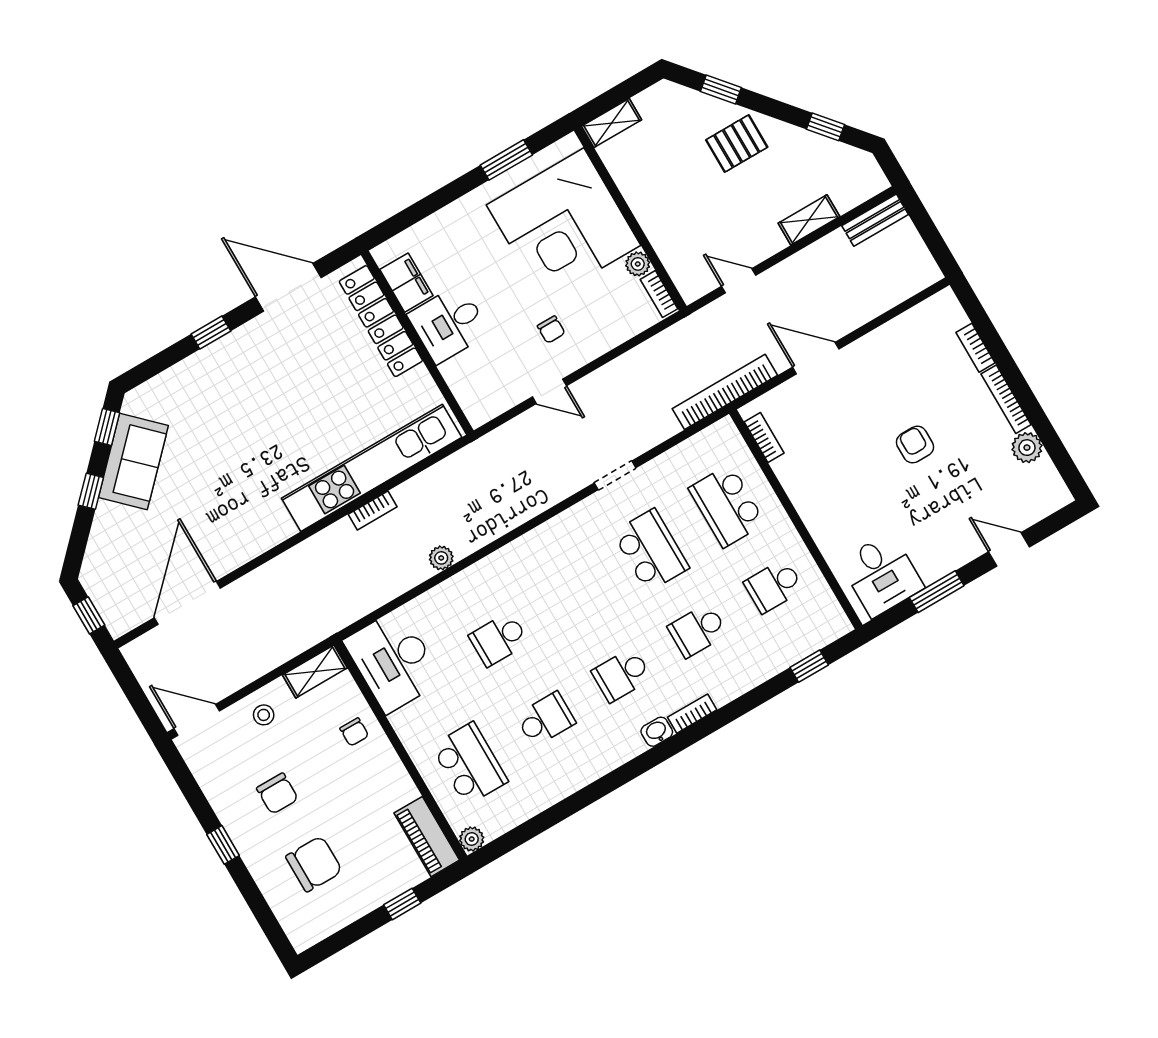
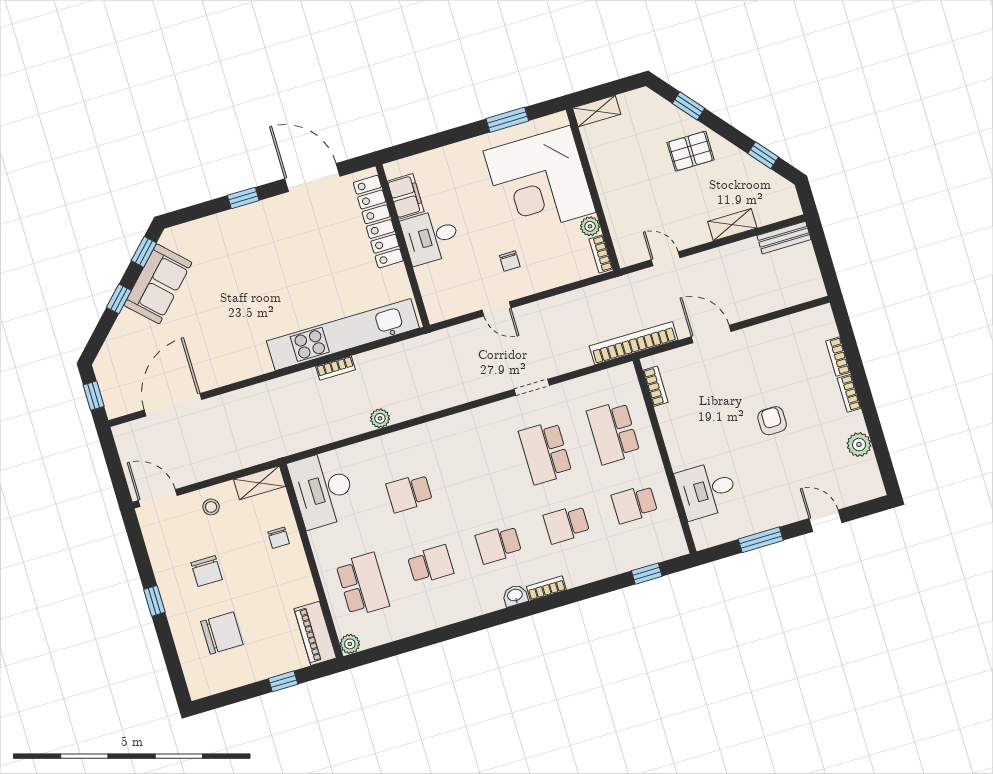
bookcase: (1006, 399) -> (849, 393), width x0.64
school desk: (651, 550) -> (545, 453), turned 180
desk: (882, 575) -> (707, 490), moved, turned 90

